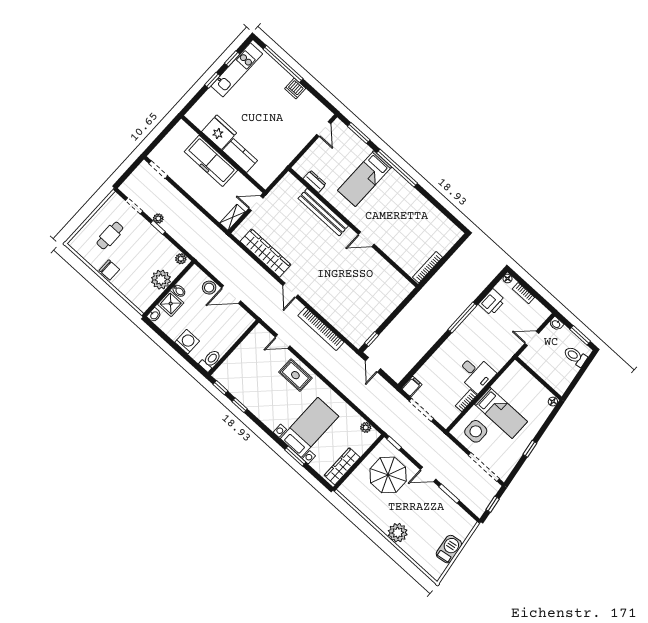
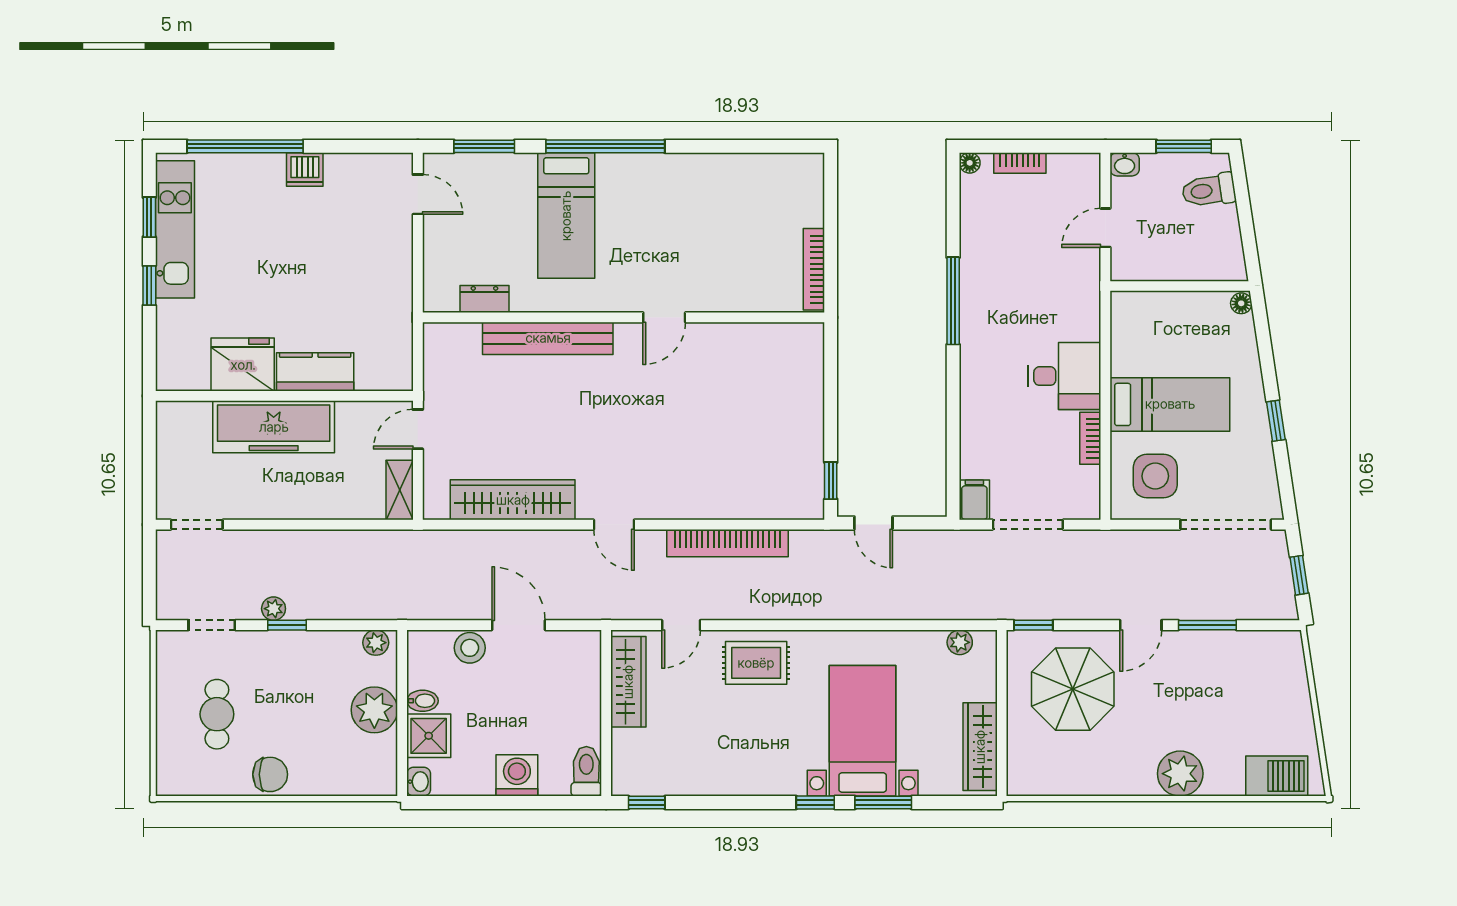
door: (231, 294) -> (519, 625), swing flipped
printer: (492, 302) -> (980, 228), removed
wardrobe: (250, 344) -> (628, 682), added
window: (240, 405) -> (815, 803), moved
barbecue: (449, 549) -> (1277, 776), moved, turned 99

